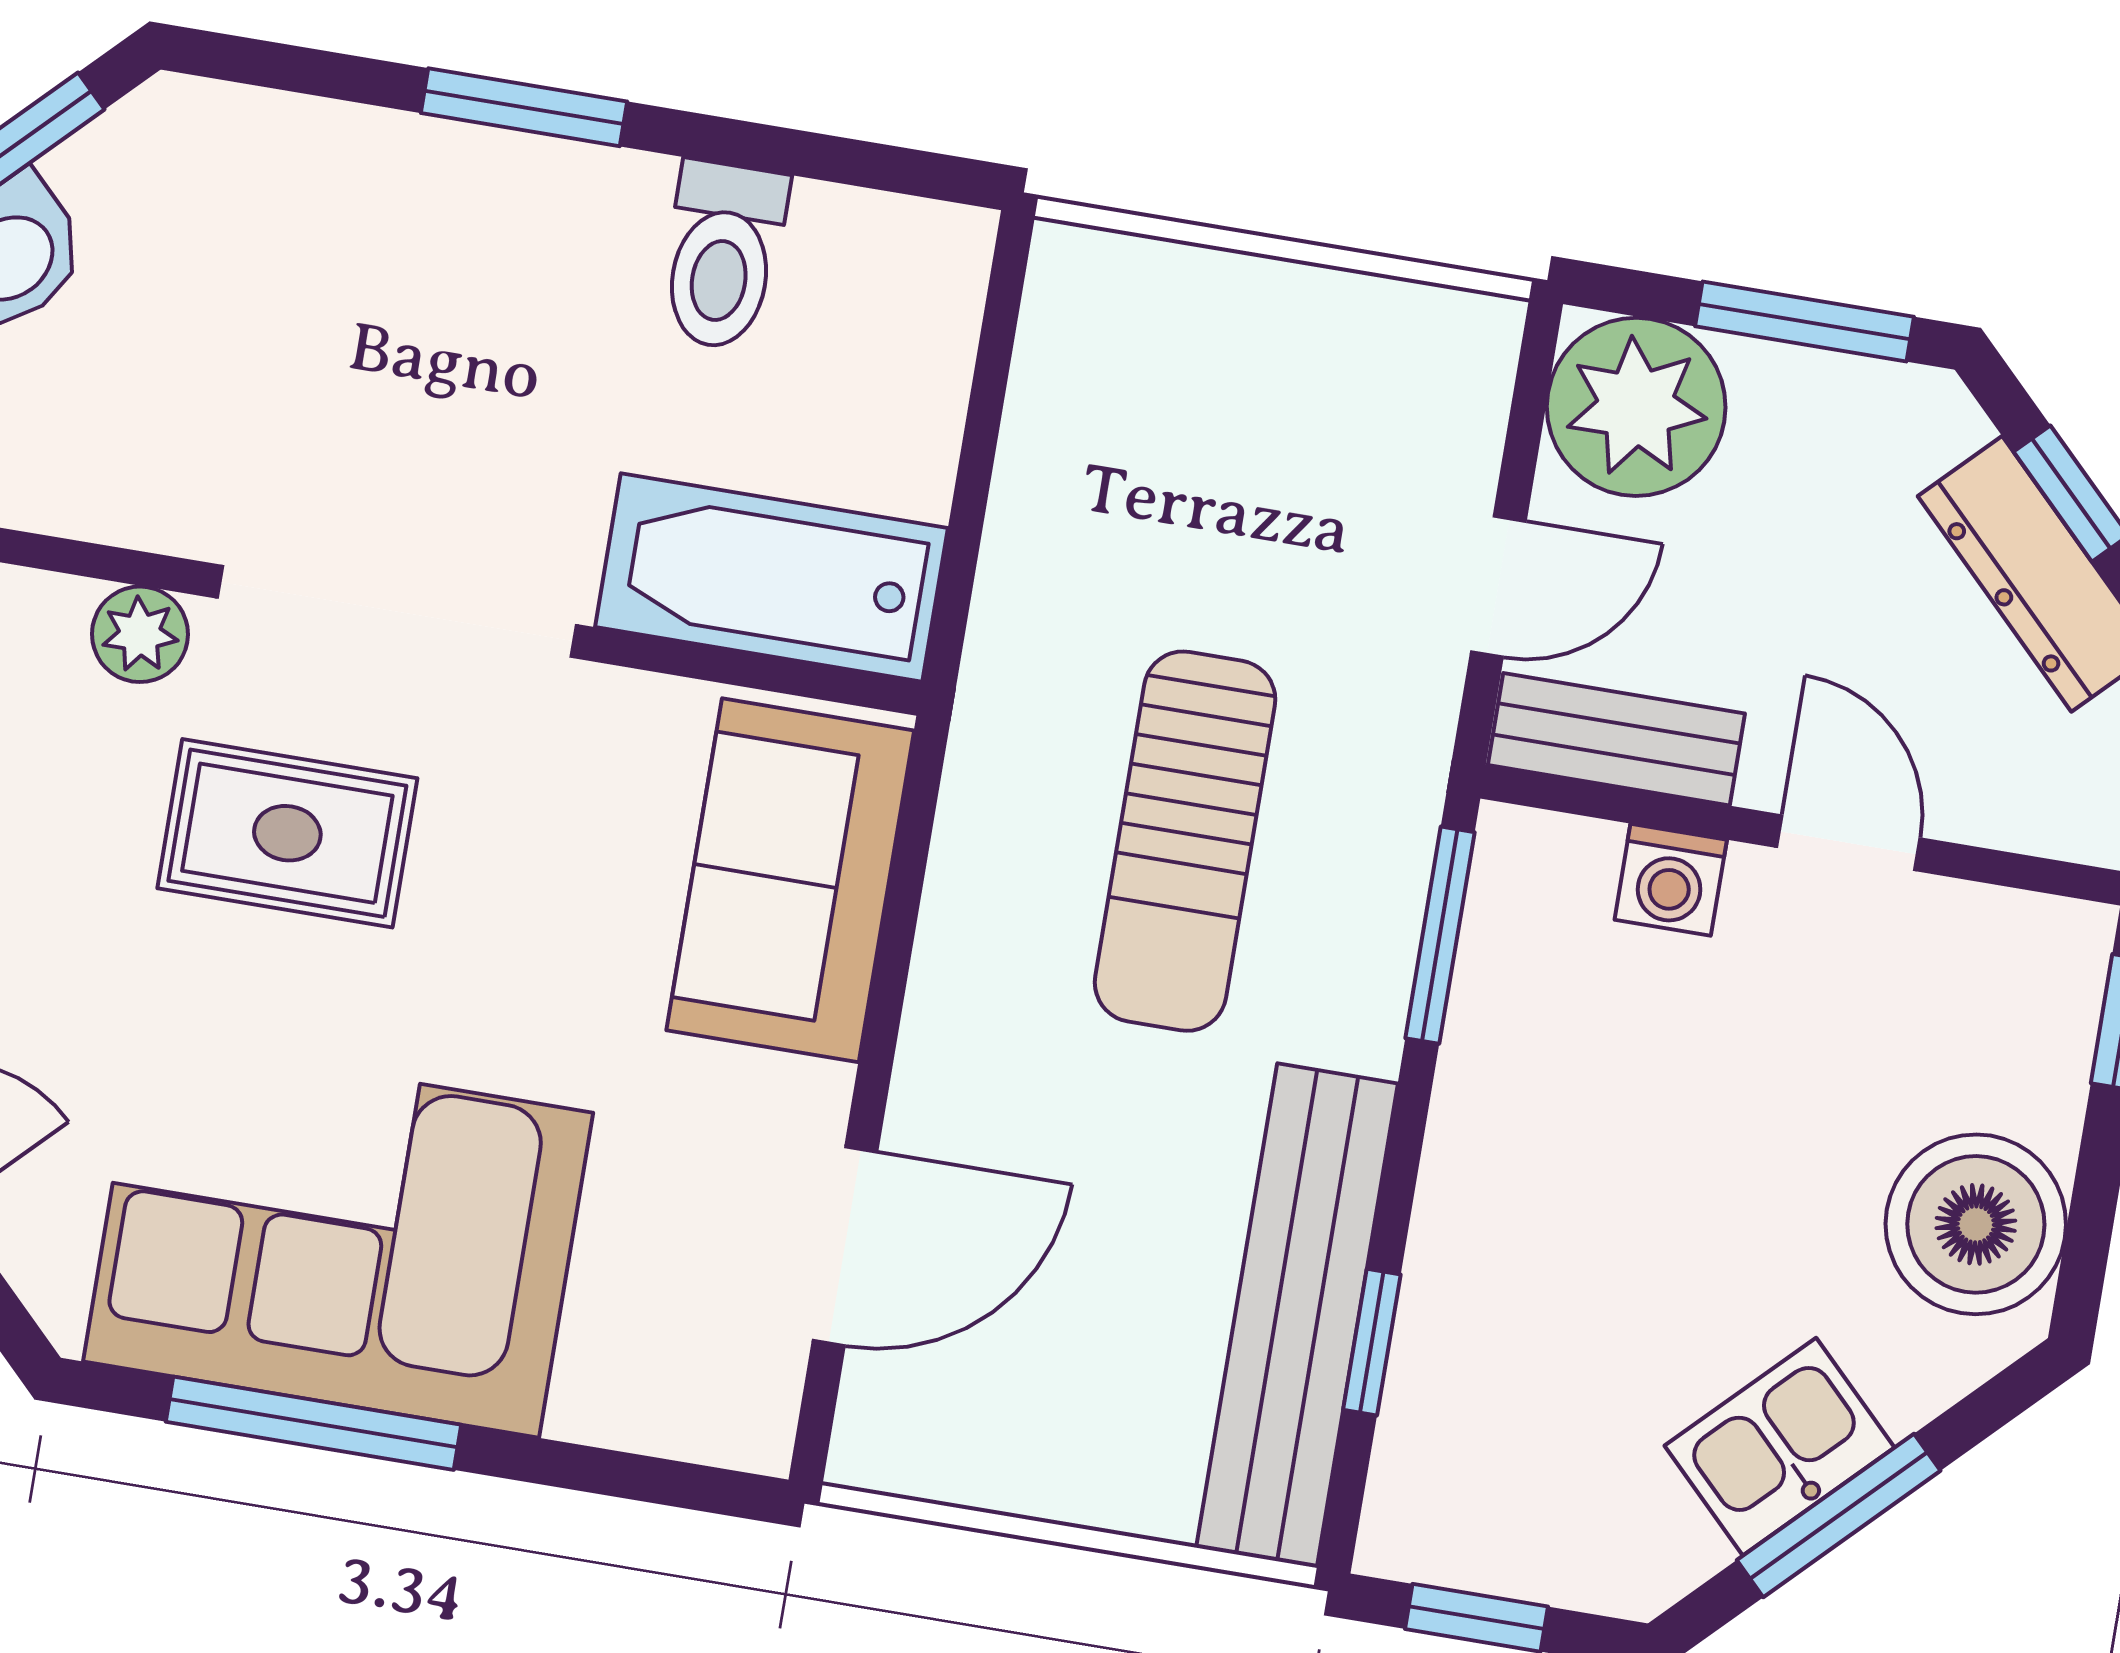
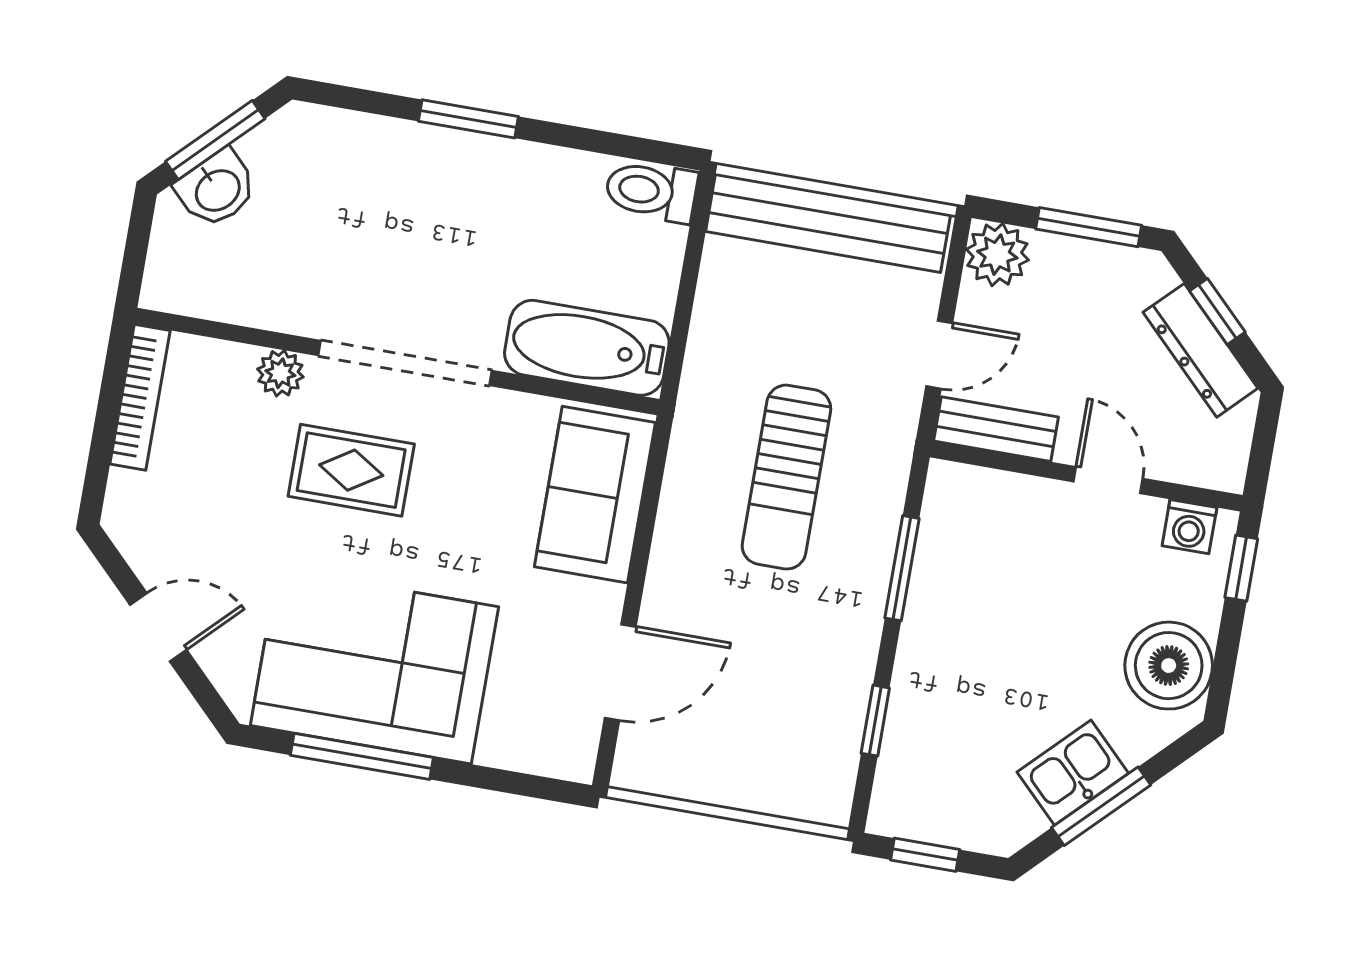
toilet: (723, 255) -> (651, 191), moved, turned 90
plant: (1636, 407) -> (997, 255), width x0.73, depth x0.73
washing machine: (1671, 880) -> (1189, 527), moved
window: (1440, 935) -> (902, 568), moved
bench: (1297, 1316) -> (828, 223), moved, turned 90

